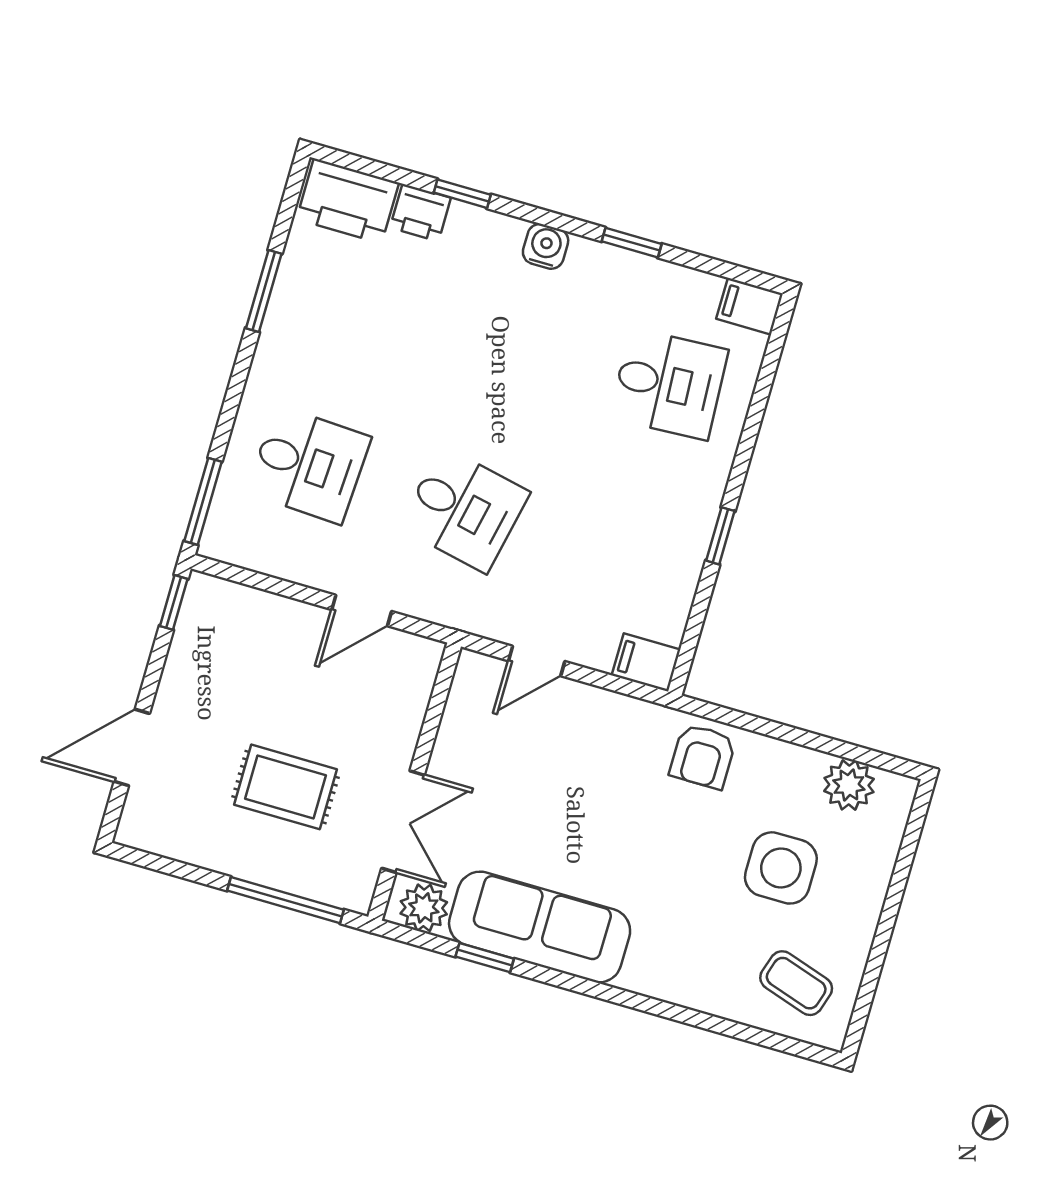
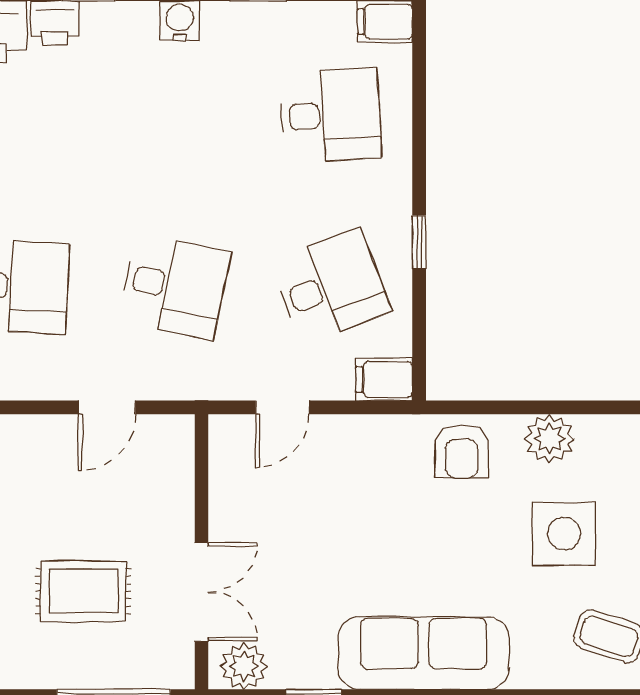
desk: (620, 554) -> (331, 286), added
plant: (849, 785) -> (549, 439), moved
sofa: (540, 927) -> (424, 653), moved

